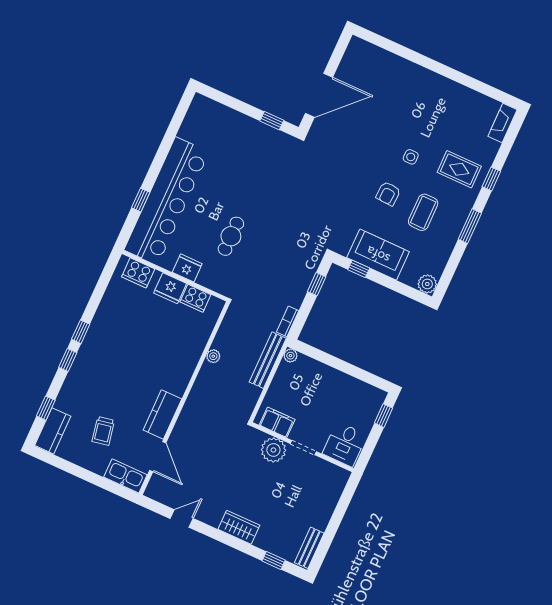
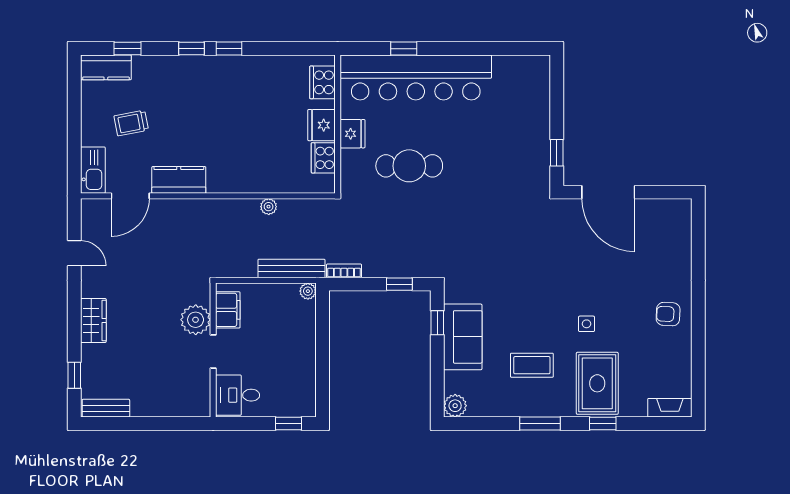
rug: (459, 169) -> (597, 383), width x1.36, depth x1.43
armchair: (388, 194) -> (668, 314), moved
cafe table: (231, 236) -> (409, 166), width x1.37, depth x1.35

